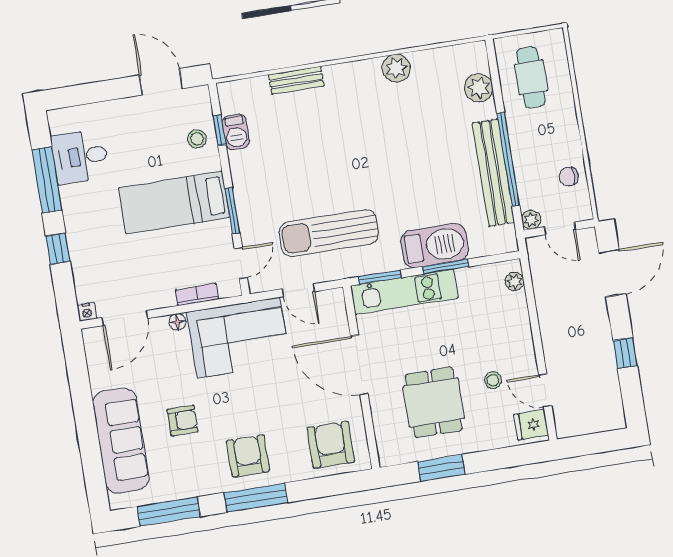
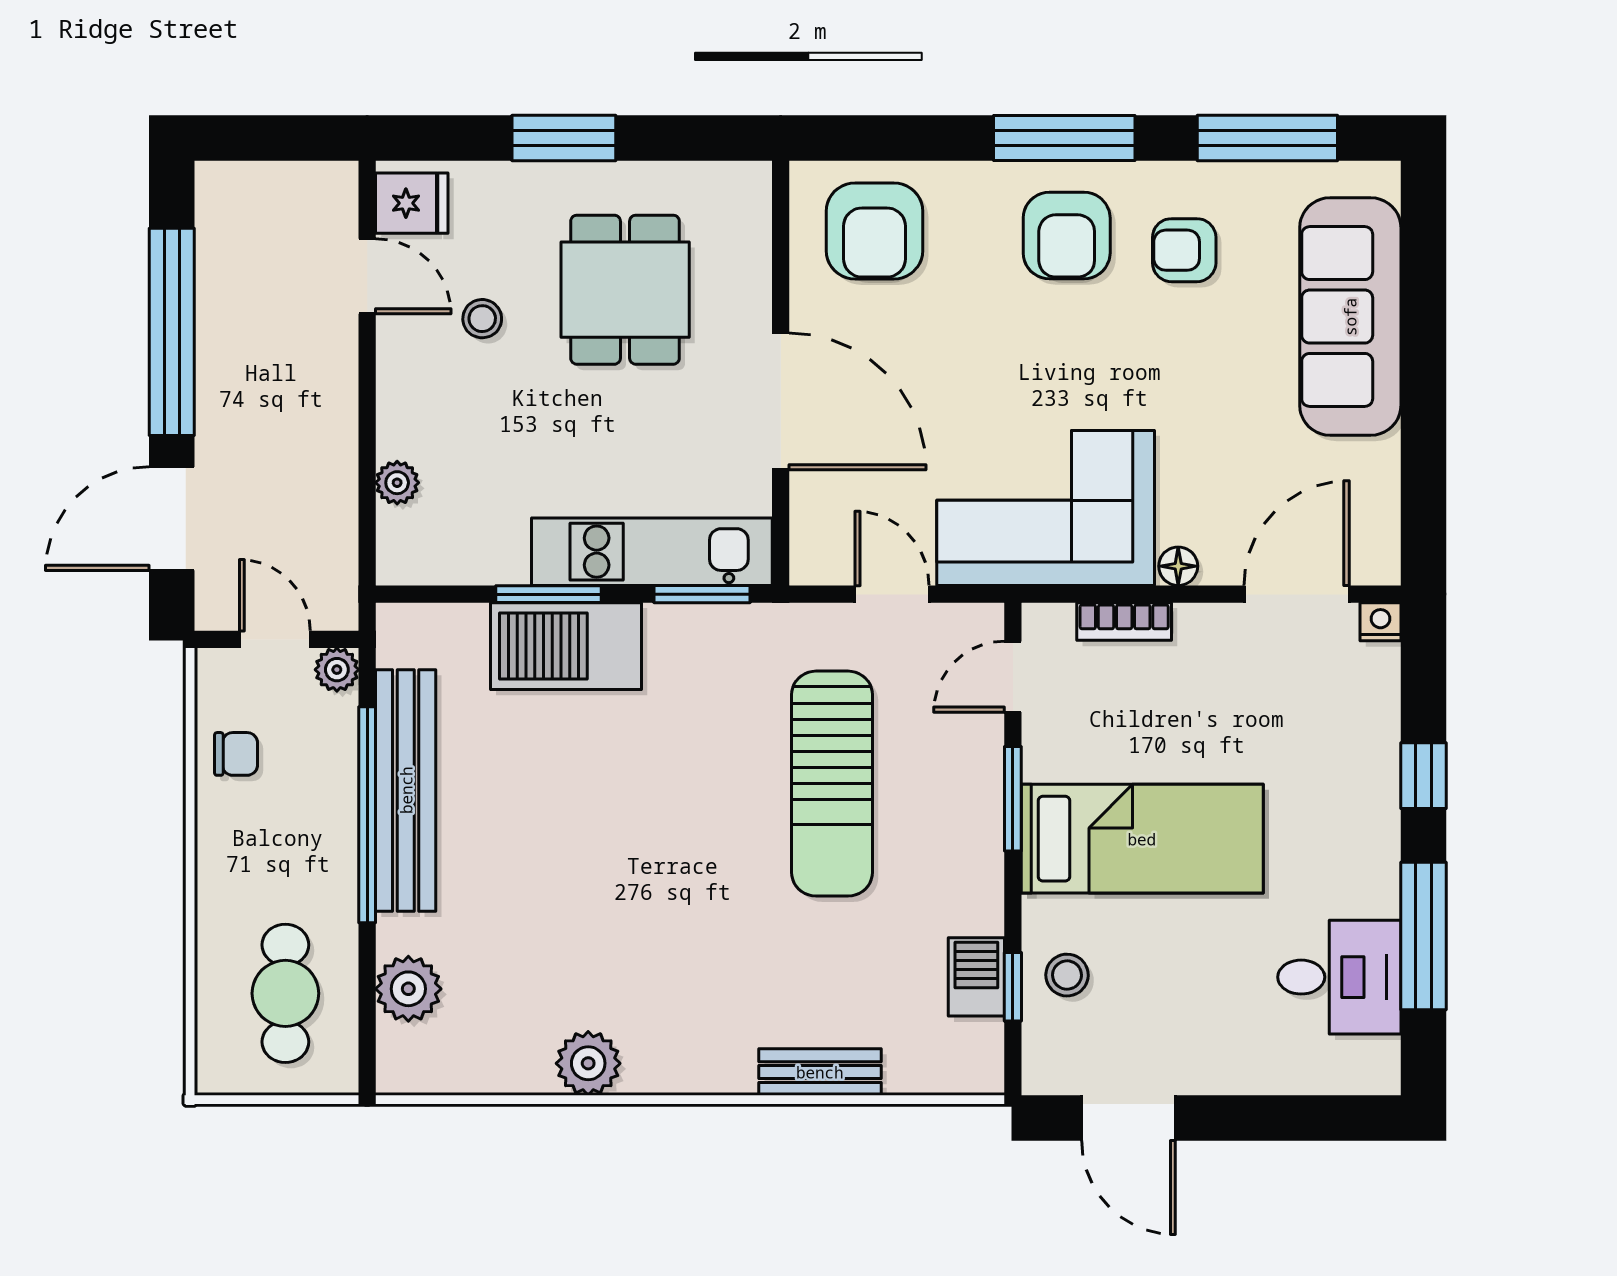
sun lounger: (329, 233) -> (832, 784), moved, turned 90
plant: (515, 281) -> (397, 483), moved
window: (625, 353) -> (172, 332), width x3.17
armchair: (182, 421) -> (1184, 250), moved
window: (441, 468) -> (564, 138), moved

